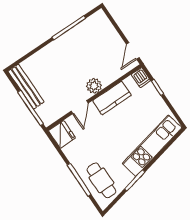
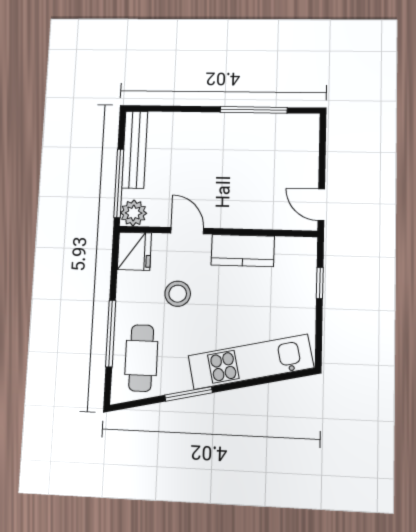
door: (133, 51) -> (321, 205), hinge flipped
dishwasher: (141, 78) -> (306, 251), removed
plant: (94, 86) -> (134, 213), moved
door: (80, 107) -> (187, 231), swing flipped
stool: (97, 139) -> (178, 294), added

